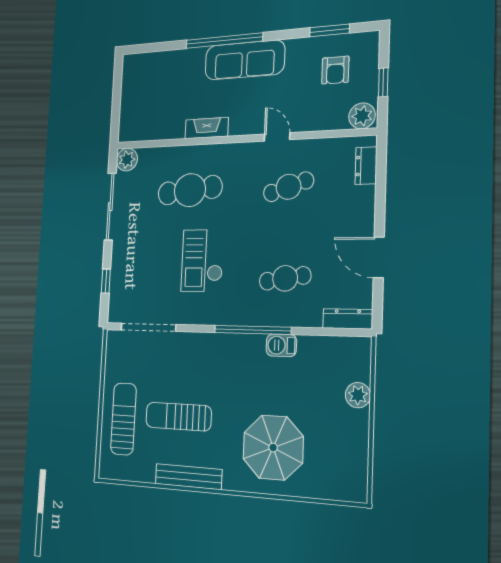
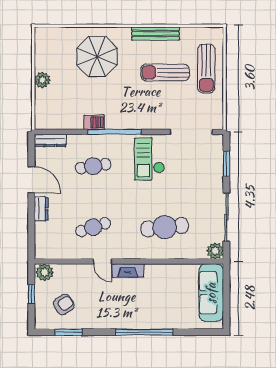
sofa: (245, 60) -> (211, 293), moved, turned -90
armchair: (335, 70) -> (64, 305), turned 56
fireplace: (207, 128) -> (128, 270), moved
dresser: (366, 166) -> (41, 209), moved
checkout: (202, 261) -> (149, 159), moved, turned 180
window: (106, 281) -> (226, 164), width x1.50
plant: (358, 395) -> (42, 80), moved
sun lounger: (178, 417) -> (165, 72), turned 180

